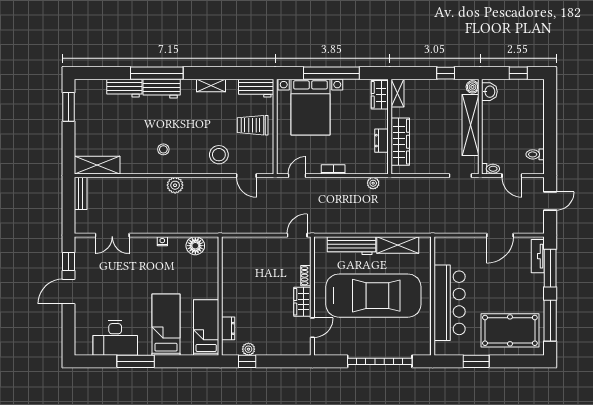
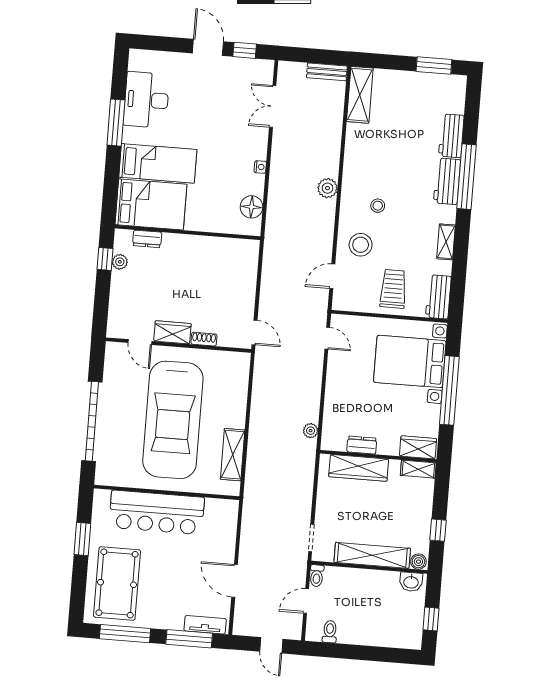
stool: (163, 149) -> (378, 206), moved
bookcase: (333, 169) -> (331, 383), removed
workbench: (352, 246) -> (236, 398), removed
bed: (206, 328) -> (151, 204), width x1.50

